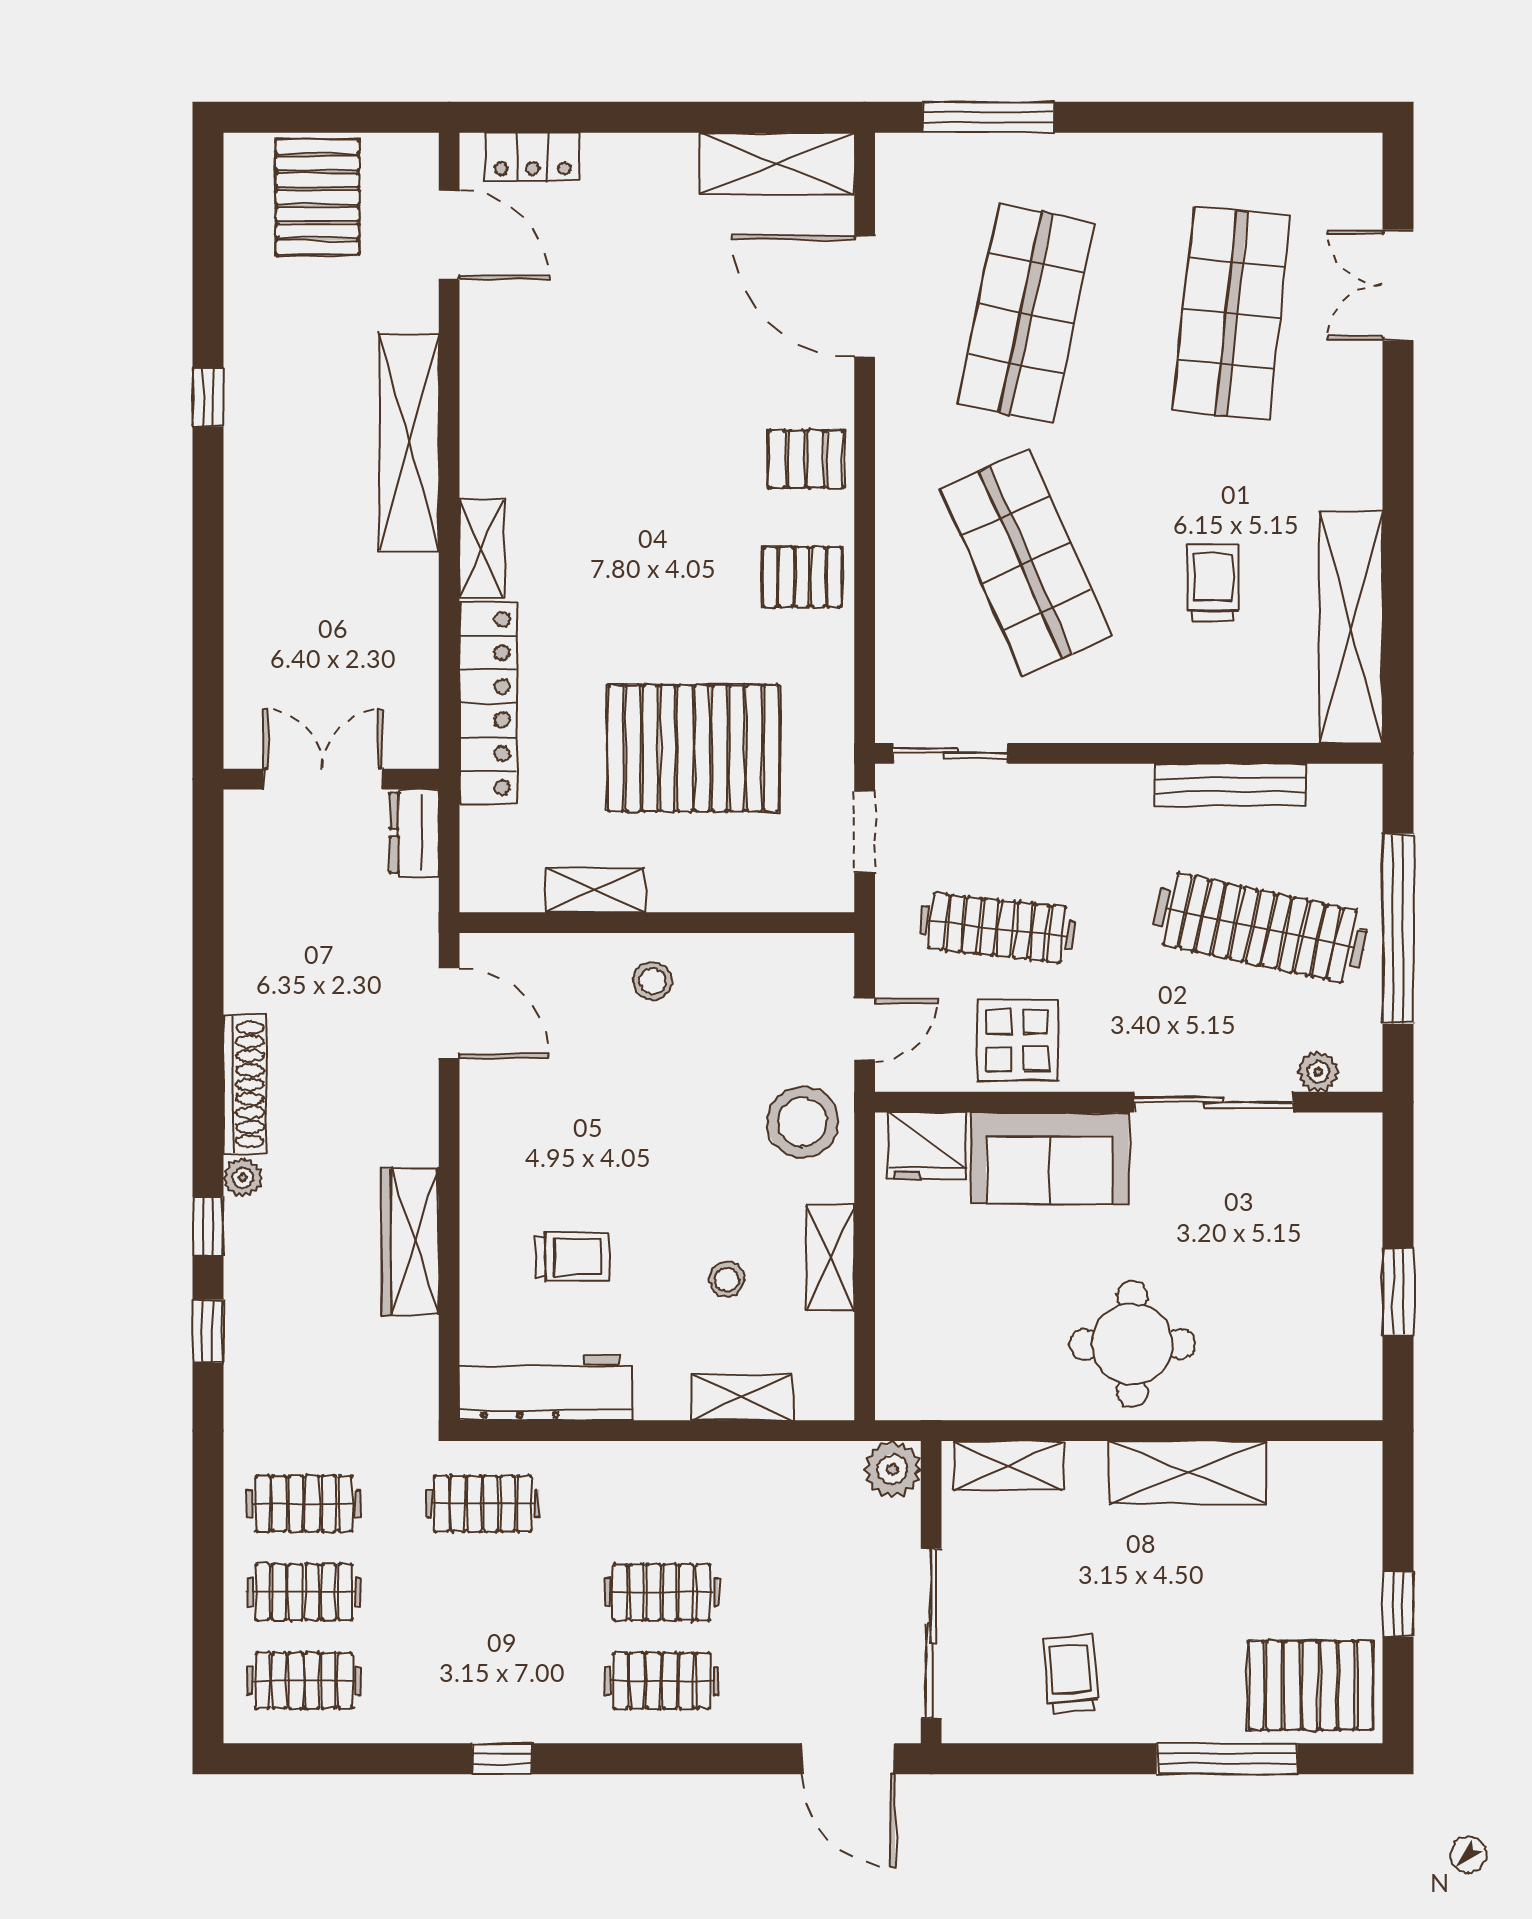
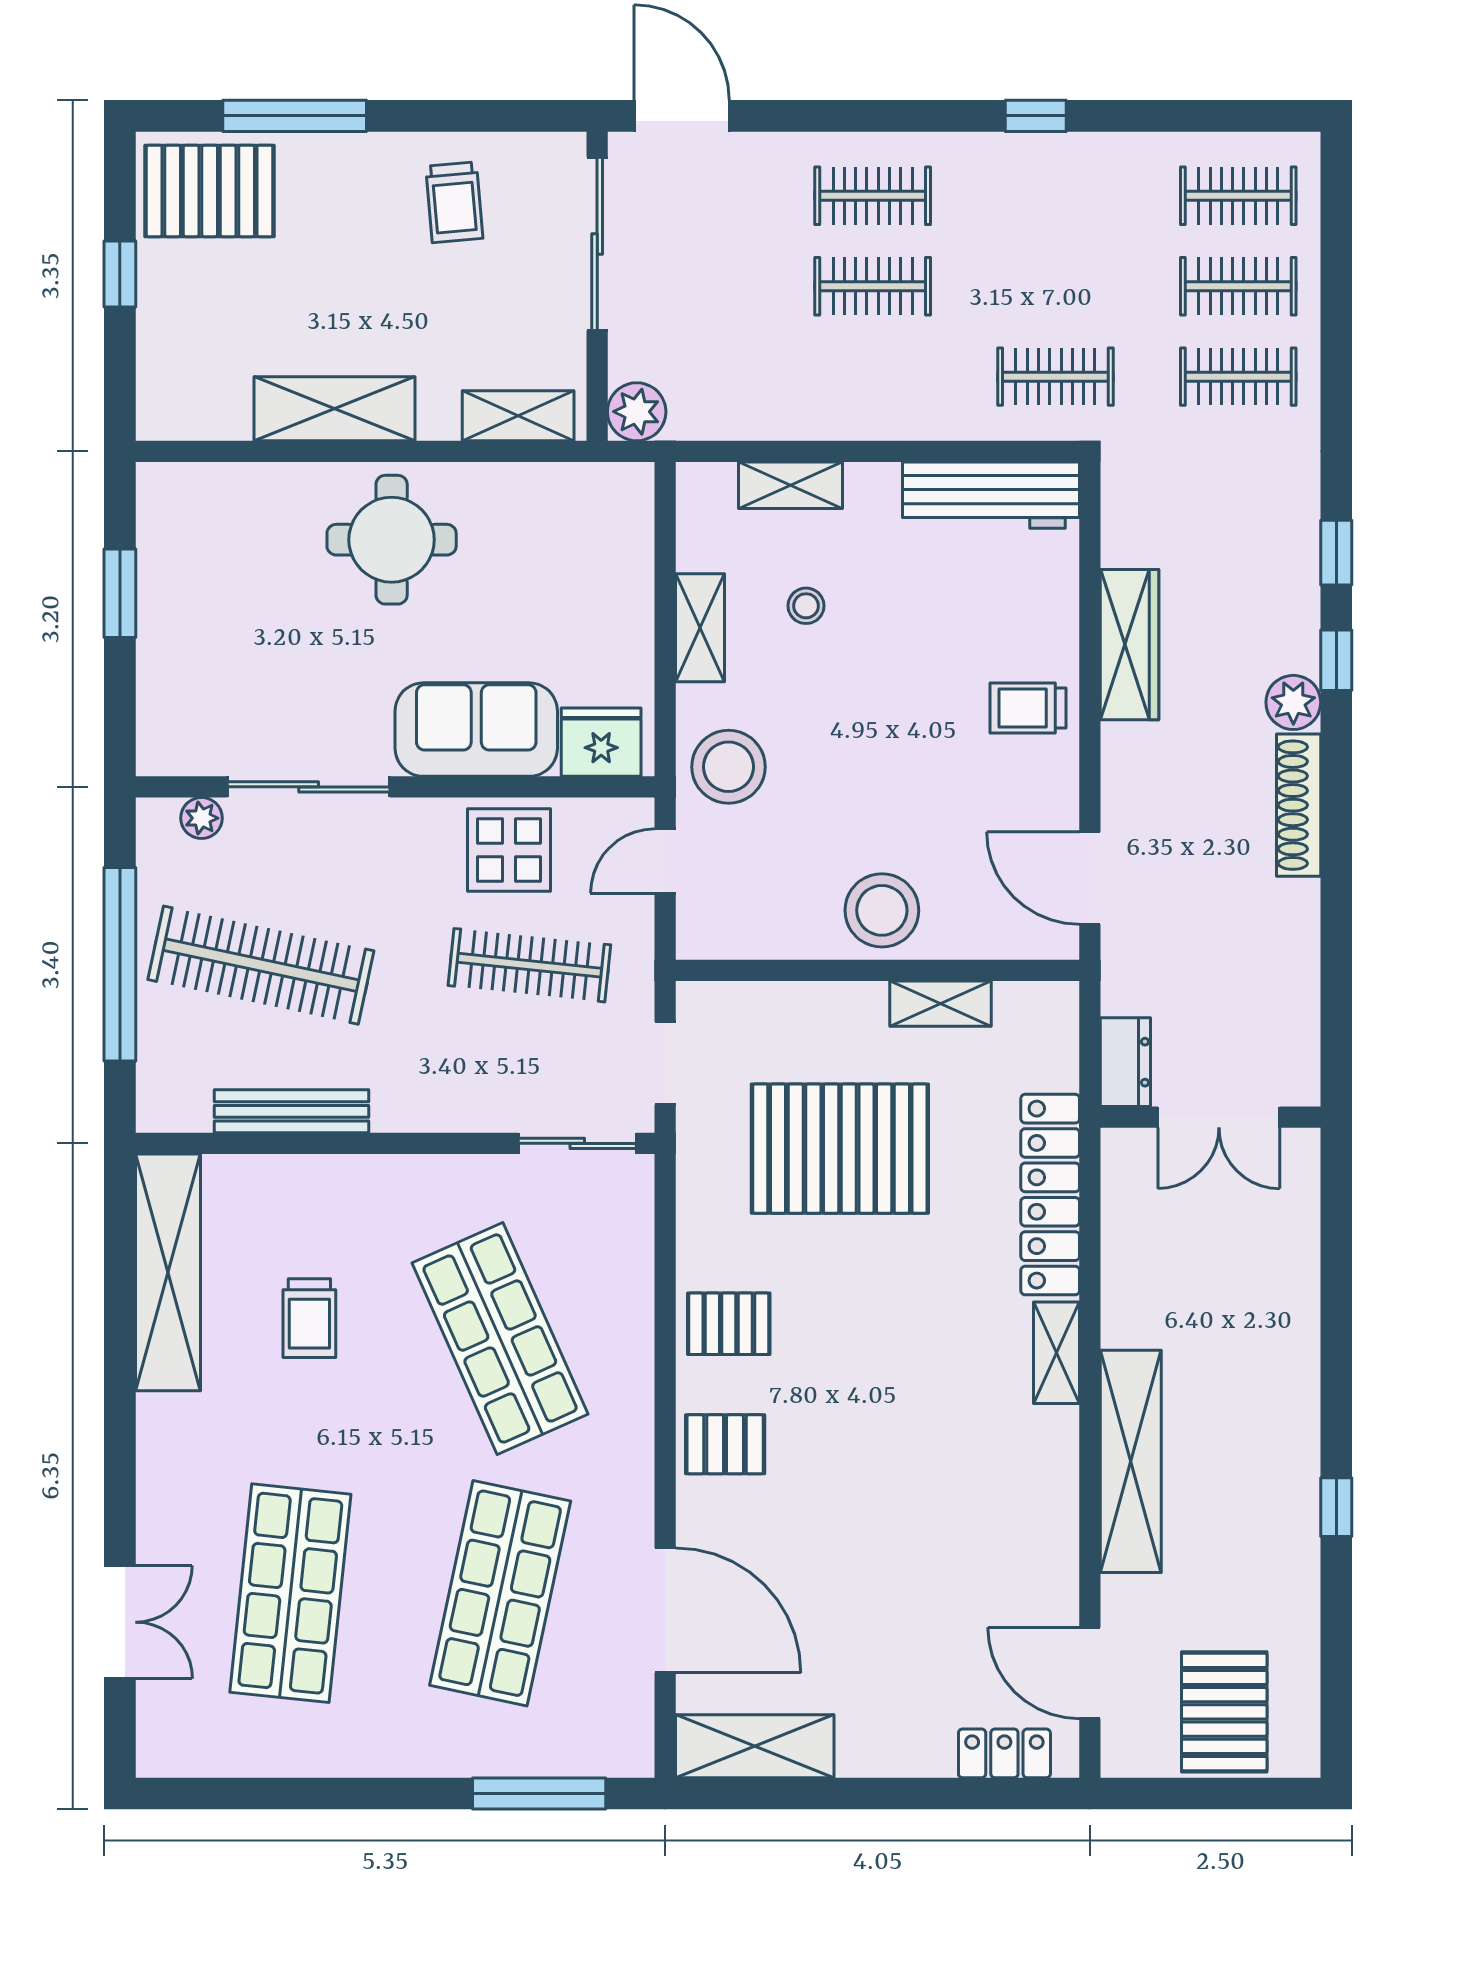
stool: (653, 981) -> (882, 910), width x1.89, depth x1.89
plant: (243, 1178) -> (1293, 702), width x1.38, depth x1.38
trolley: (572, 1257) -> (1028, 708), moved

